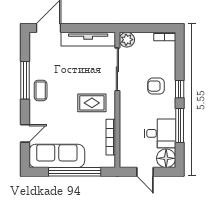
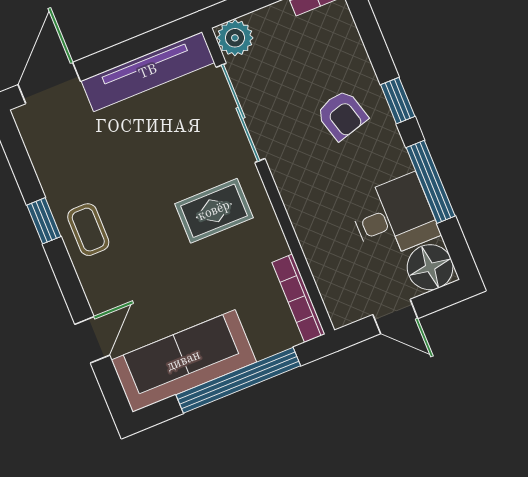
window: (25, 80) -> (44, 221), width x0.46
armchair: (156, 86) -> (342, 115), turned -106
bookcase: (111, 137) -> (299, 298), moved

